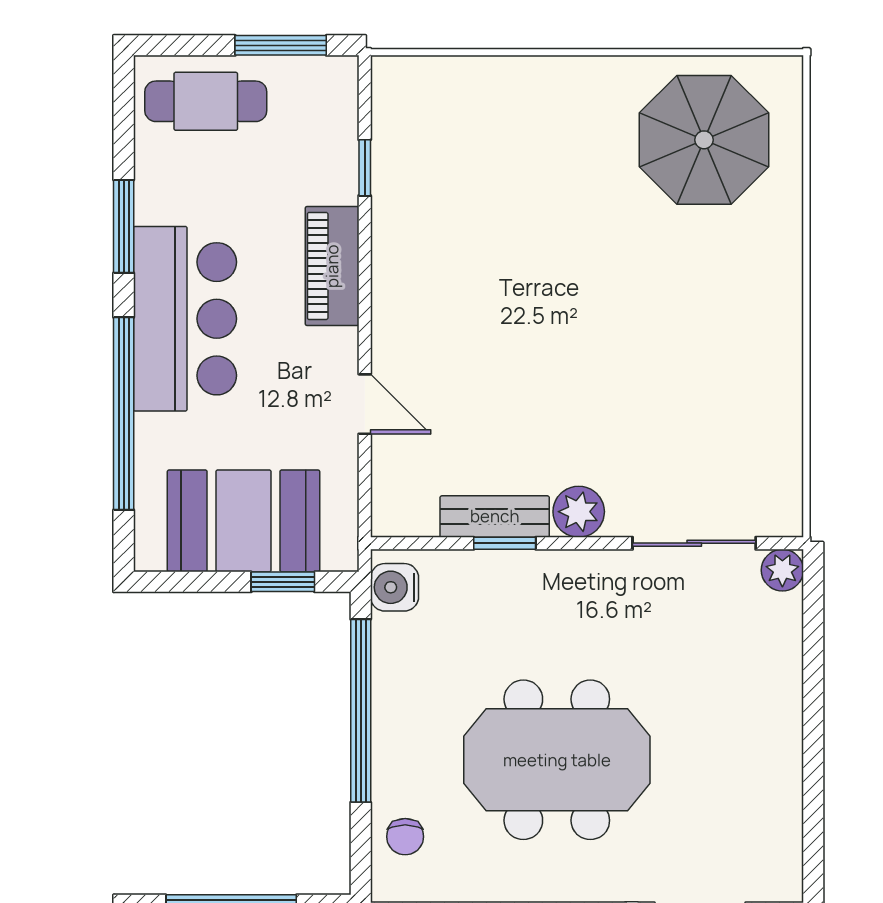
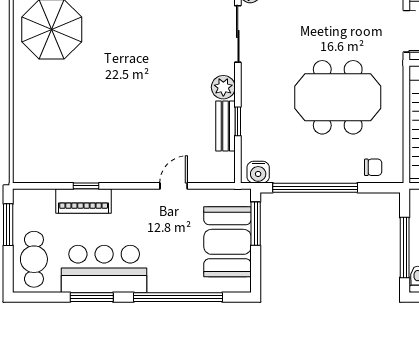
window: (365, 168) -> (86, 186), moved
piano: (332, 266) -> (84, 201), moved
bar counter: (185, 319) -> (104, 269), moved
window: (283, 582) -> (256, 224), width x1.50
meeting table: (557, 760) -> (338, 97), turned 90

